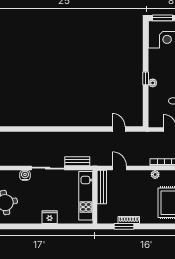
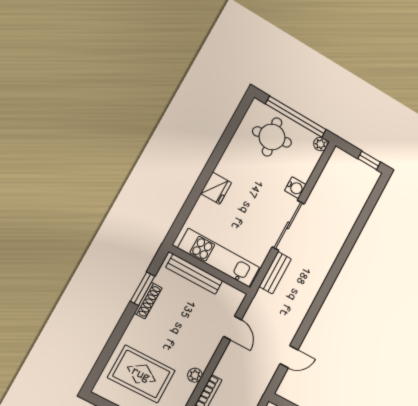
door: (119, 168) -> (233, 328), hinge flipped
bench: (102, 187) -> (194, 274), moved

